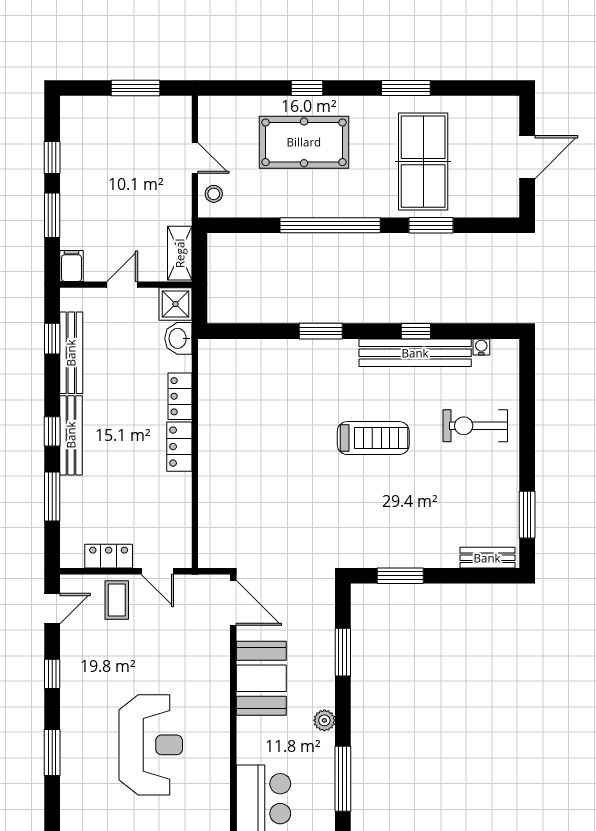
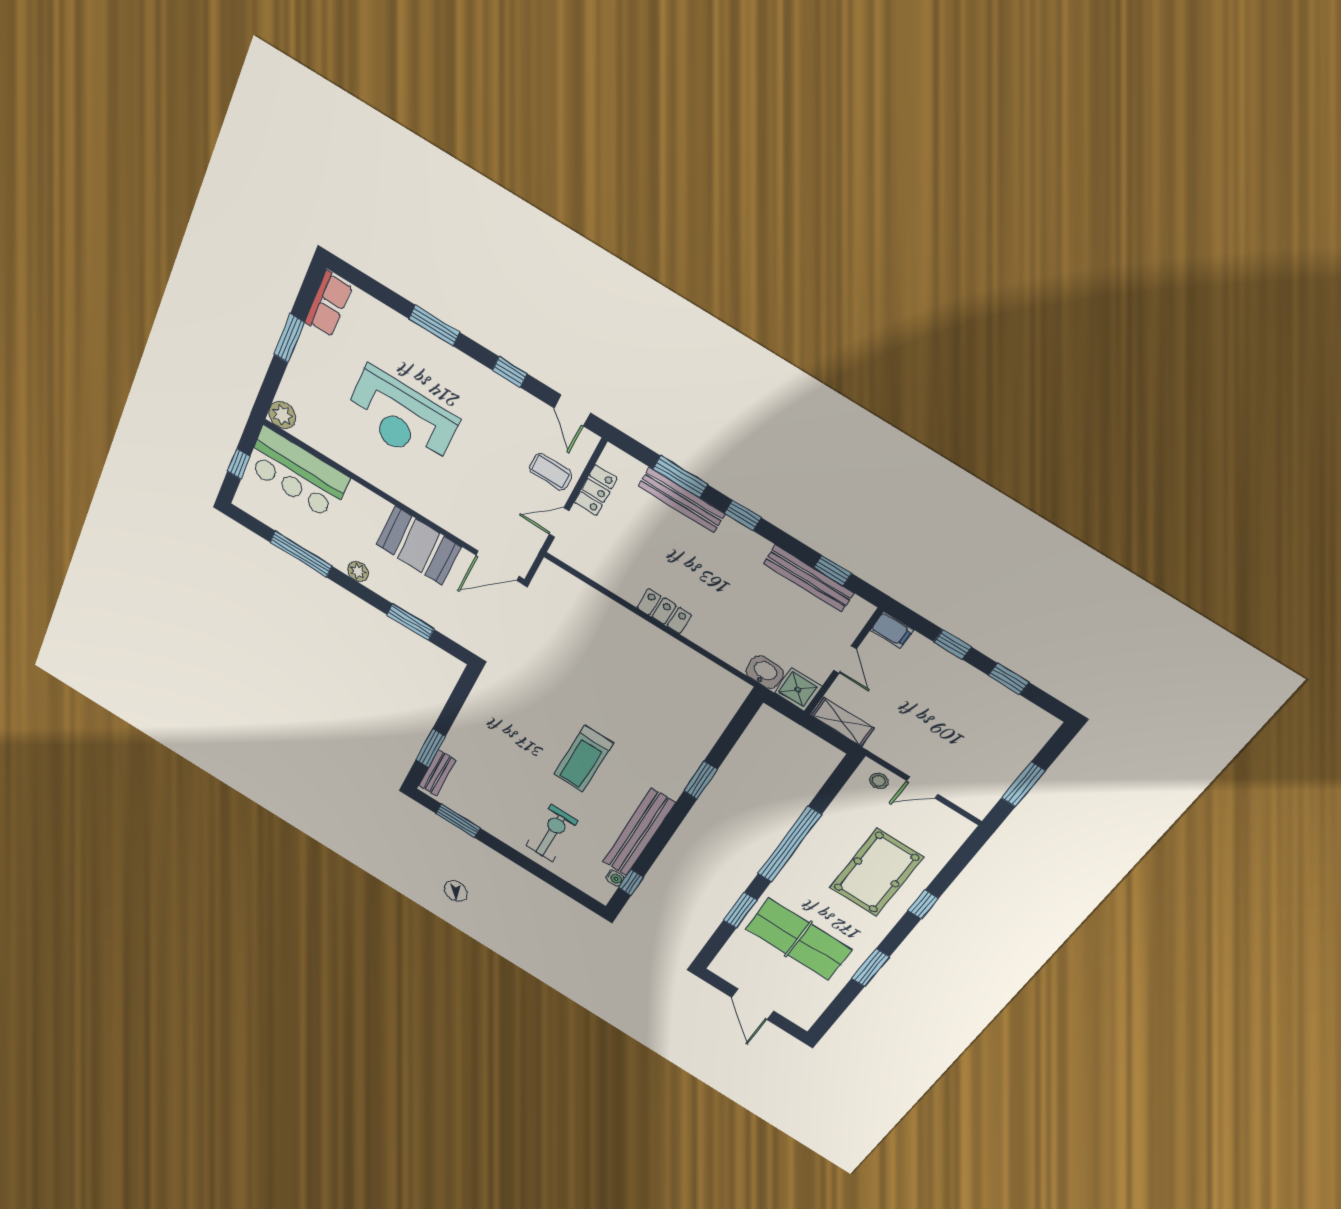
window: (52, 215) -> (953, 644), width x0.67
window: (416, 331) -> (631, 882), moved
locker: (180, 396) -> (710, 640), removed
bench: (71, 435) -> (682, 500), moved
window: (400, 576) -> (431, 748), moved

